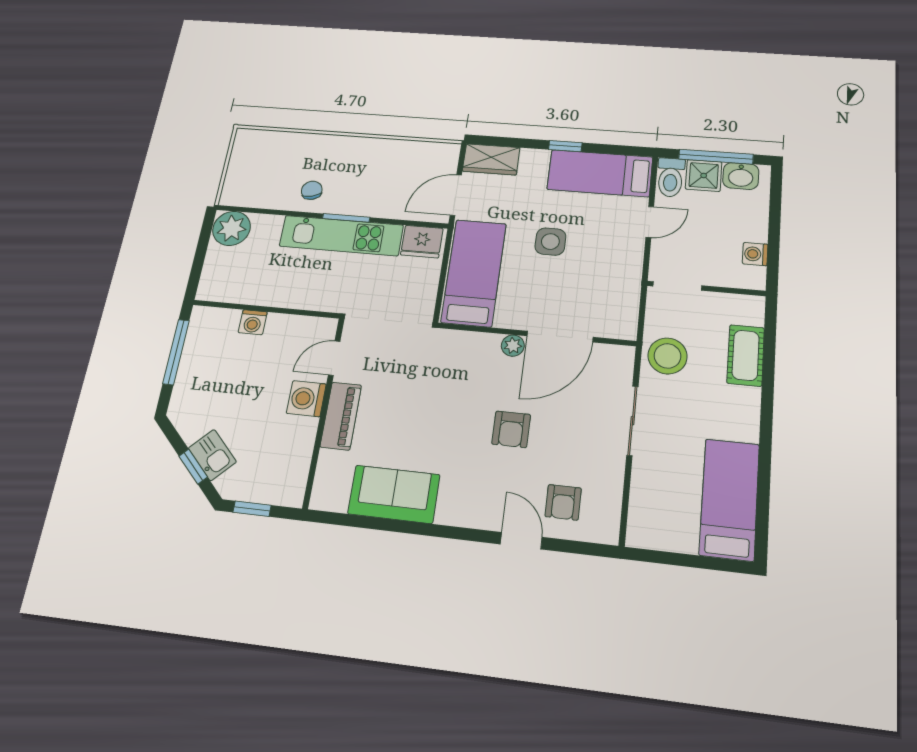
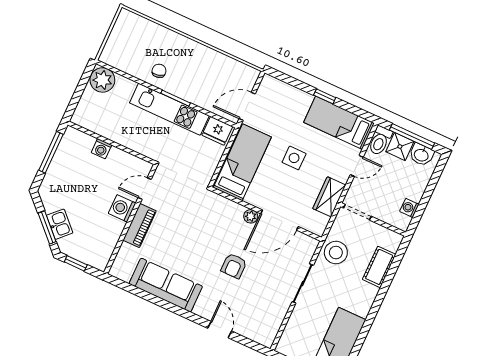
wardrobe: (491, 159) -> (329, 197), moved, turned 90
window: (193, 467) -> (47, 227), width x1.50
sofa: (394, 494) -> (166, 285), width x1.36
armchair: (563, 502) -> (249, 316), removed

